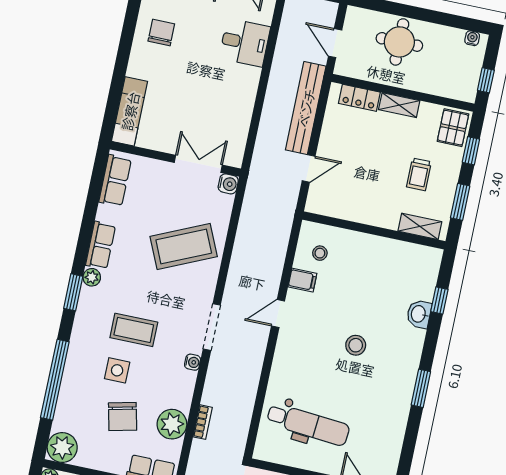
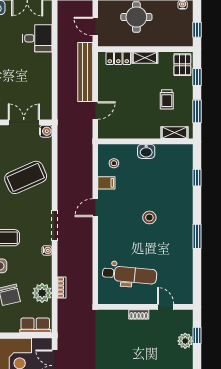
washbasin: (419, 314) -> (146, 151), moved, turned -90

